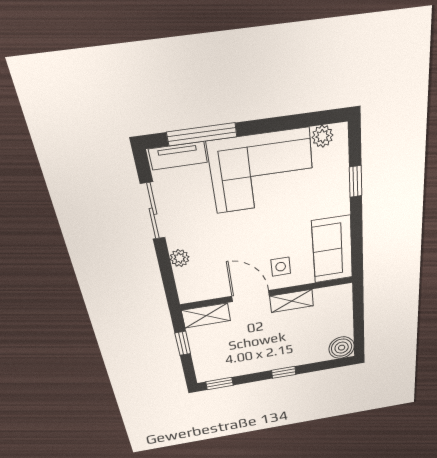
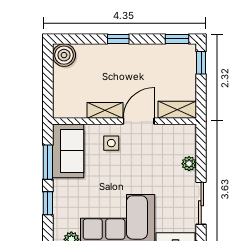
window: (357, 233) -> (48, 162), added
door: (251, 296) -> (139, 121), swing flipped
window: (183, 343) -> (201, 63), moved

